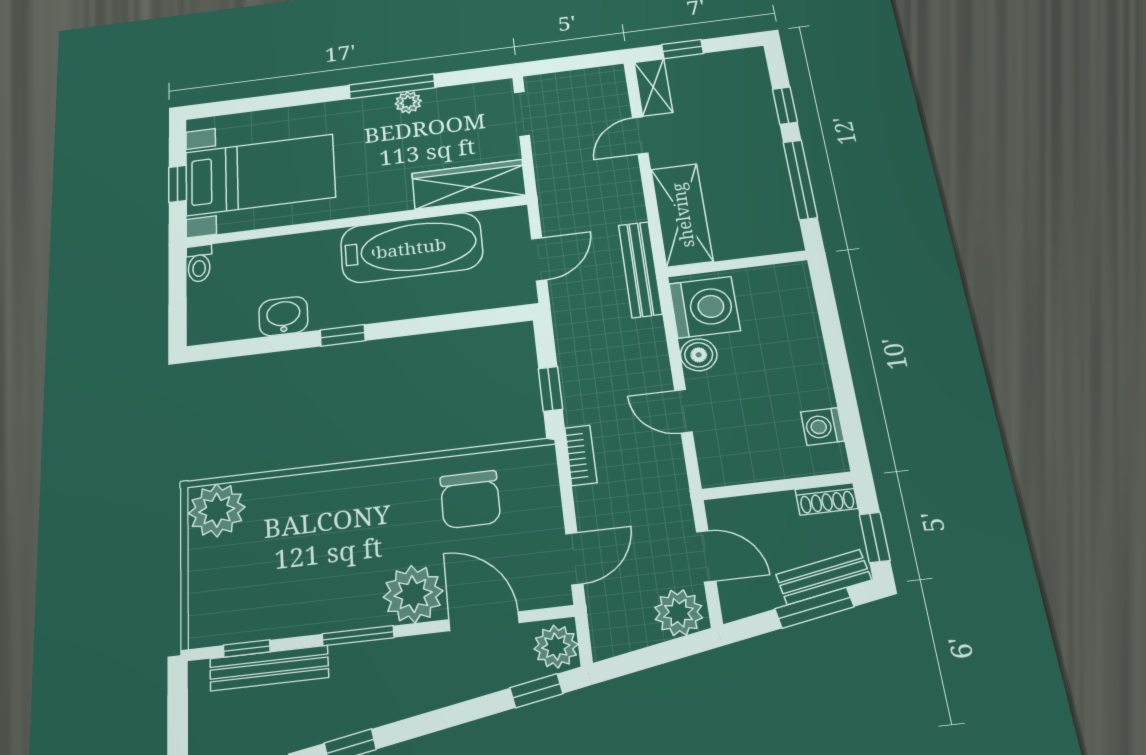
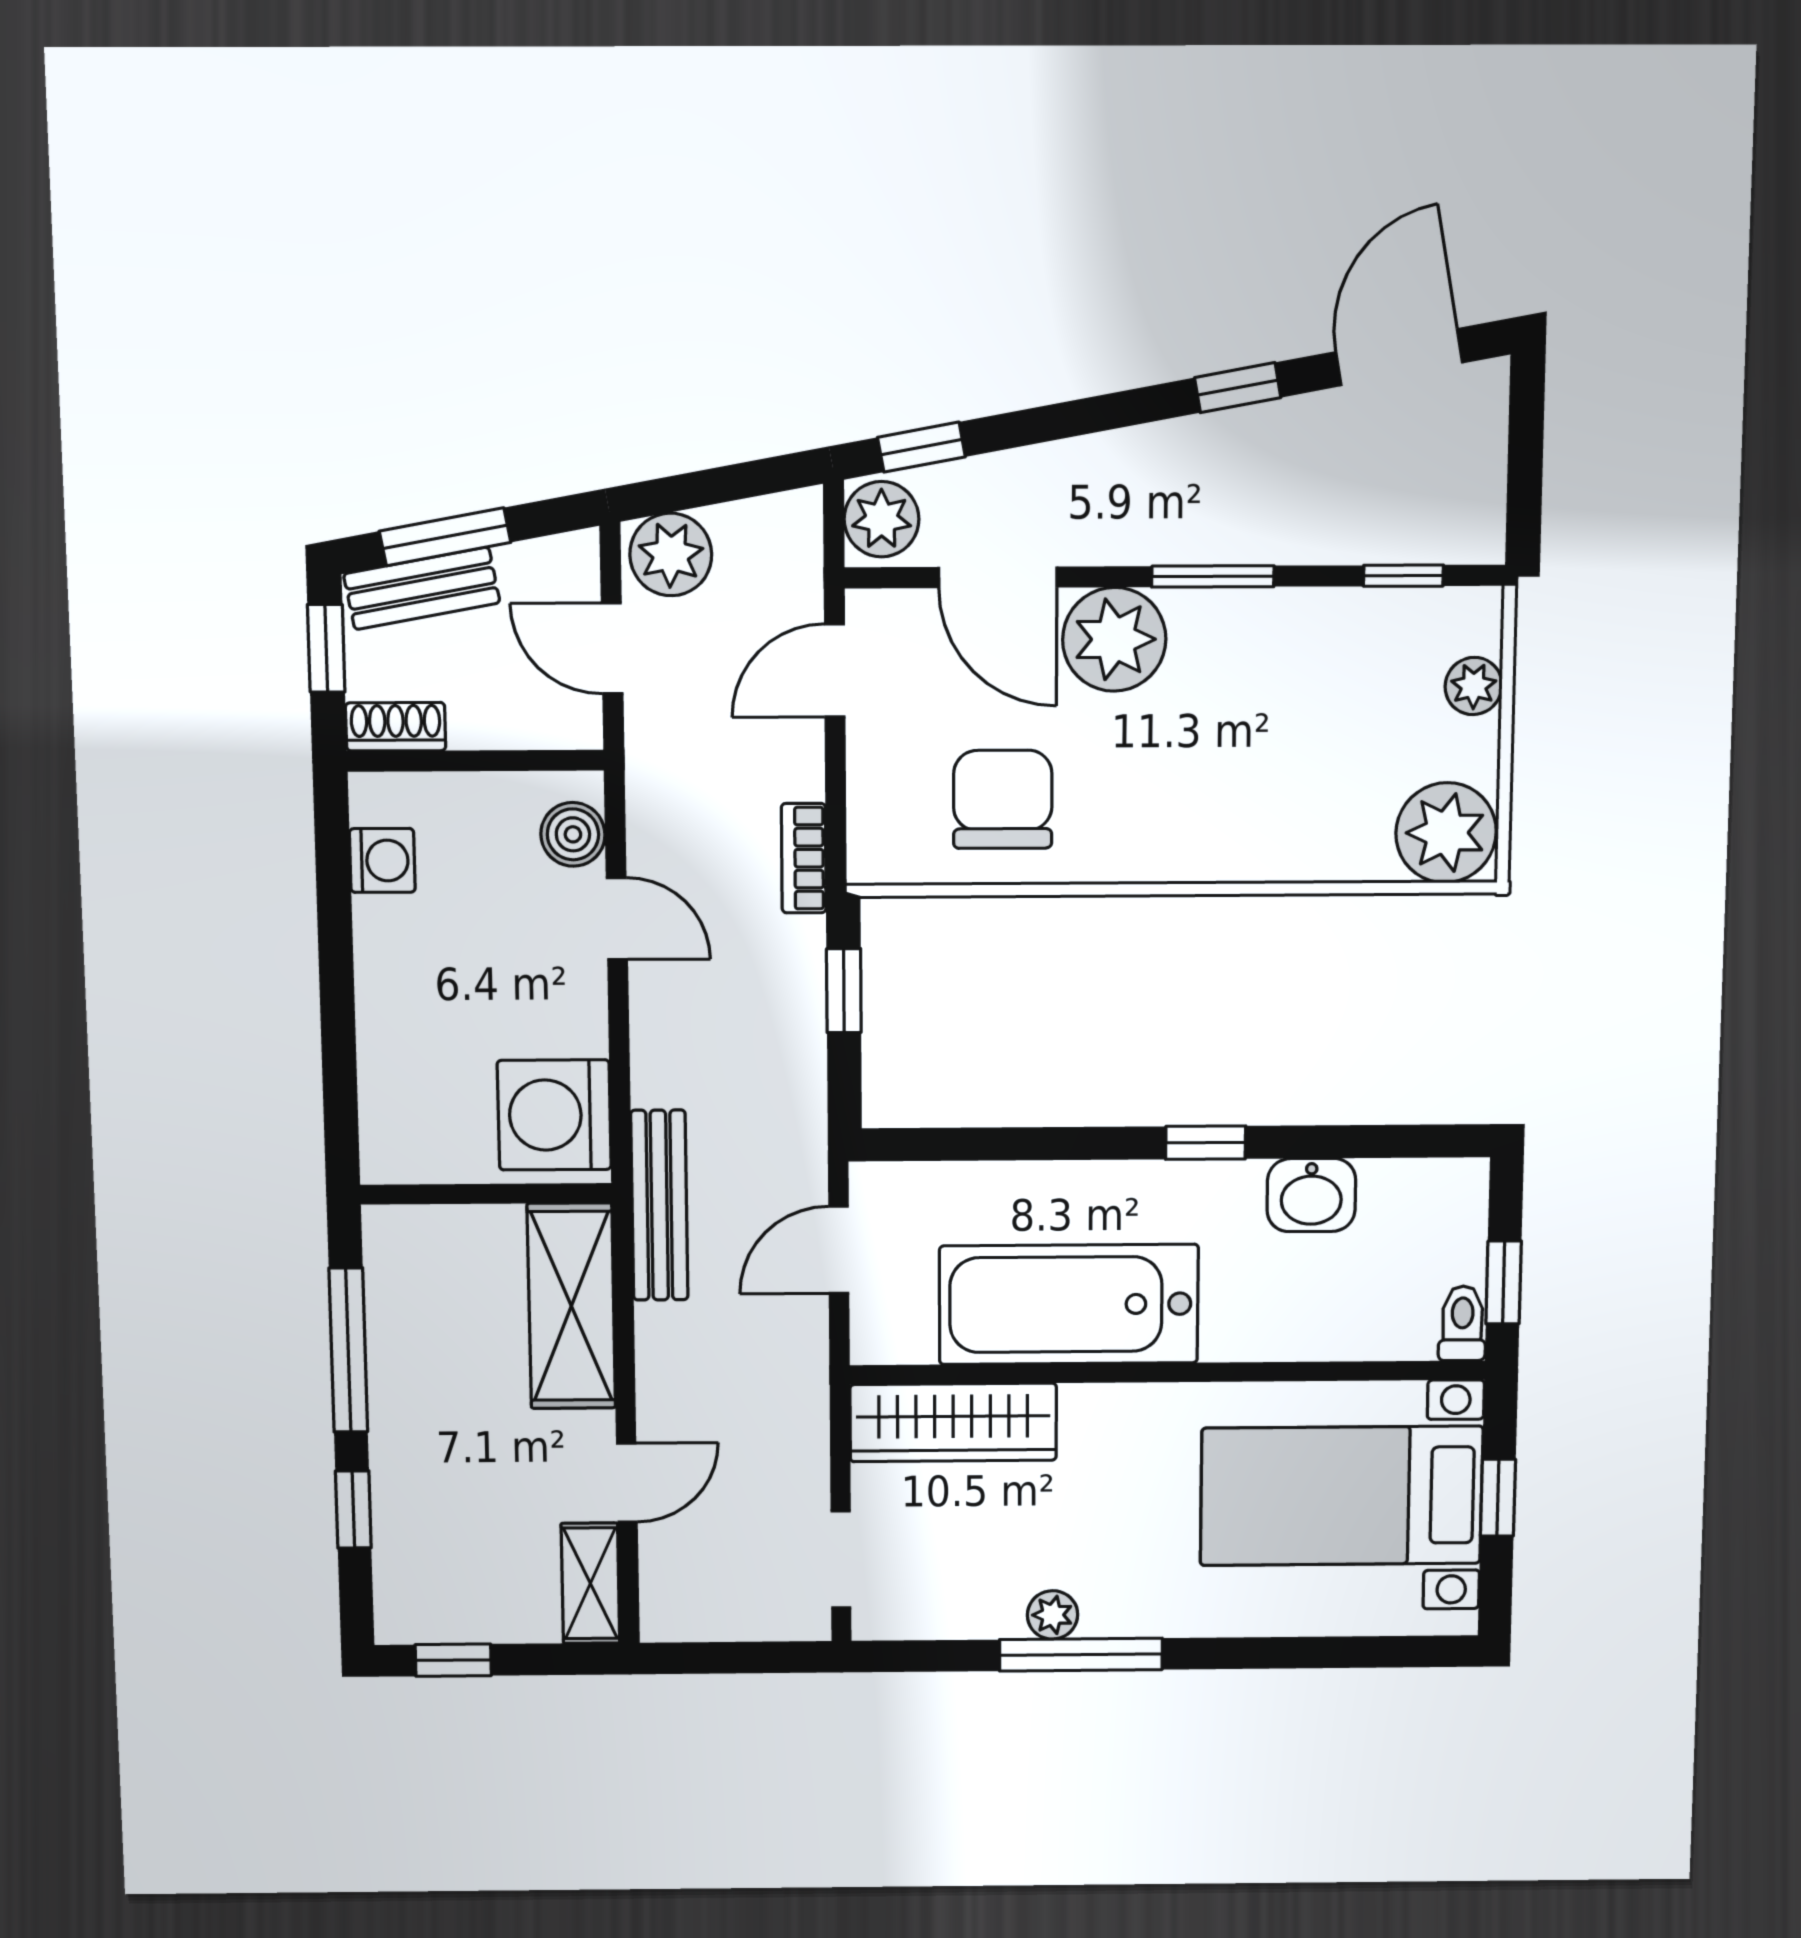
window: (682, 49) -> (453, 1660), moved
window: (178, 286) -> (1504, 1282), added
boiler: (699, 355) -> (573, 834), moved
plant: (204, 591) -> (1474, 686), added
bench: (269, 668) -> (1367, 537), removed

